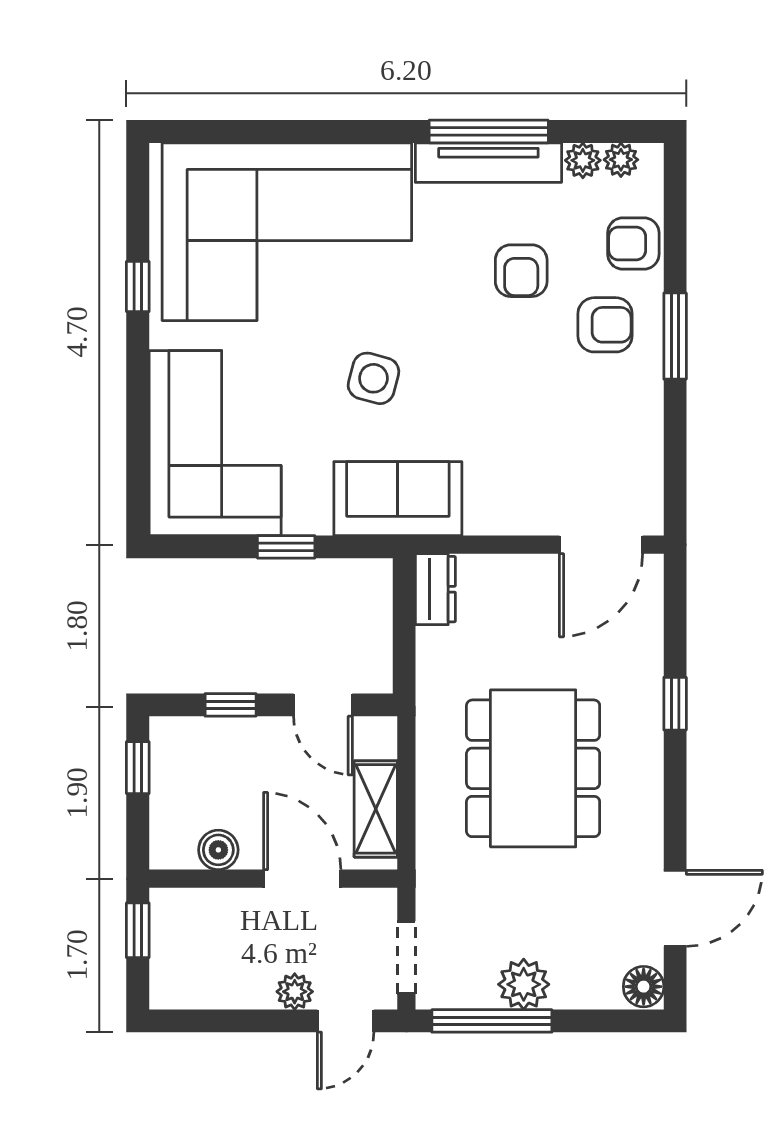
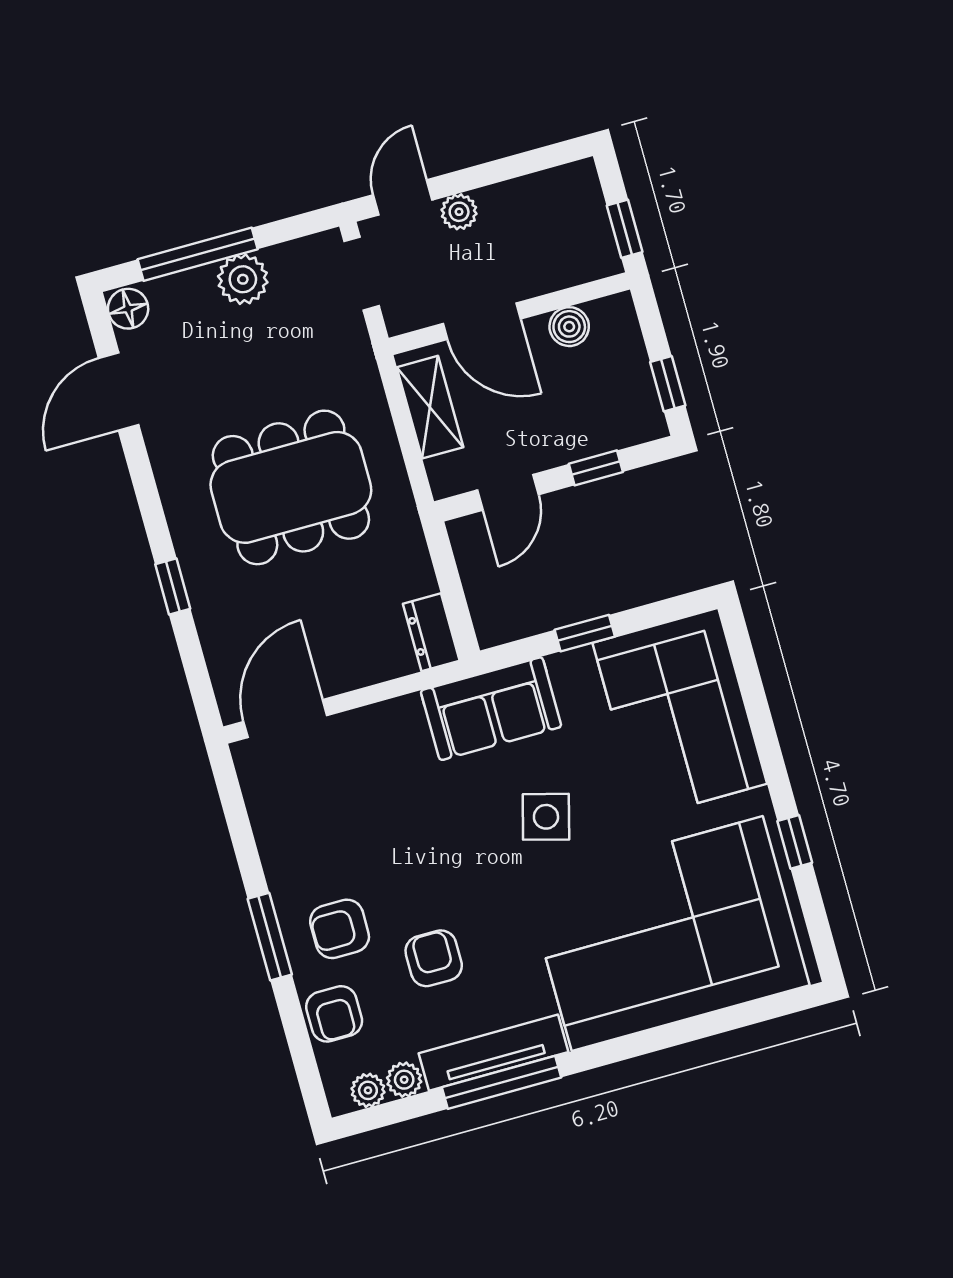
armchair: (633, 244) -> (334, 1014), turned 90
door: (323, 705) -> (508, 492), swing flipped
dining table: (533, 768) -> (291, 487), turned 90
window: (492, 1021) -> (198, 254), moved

